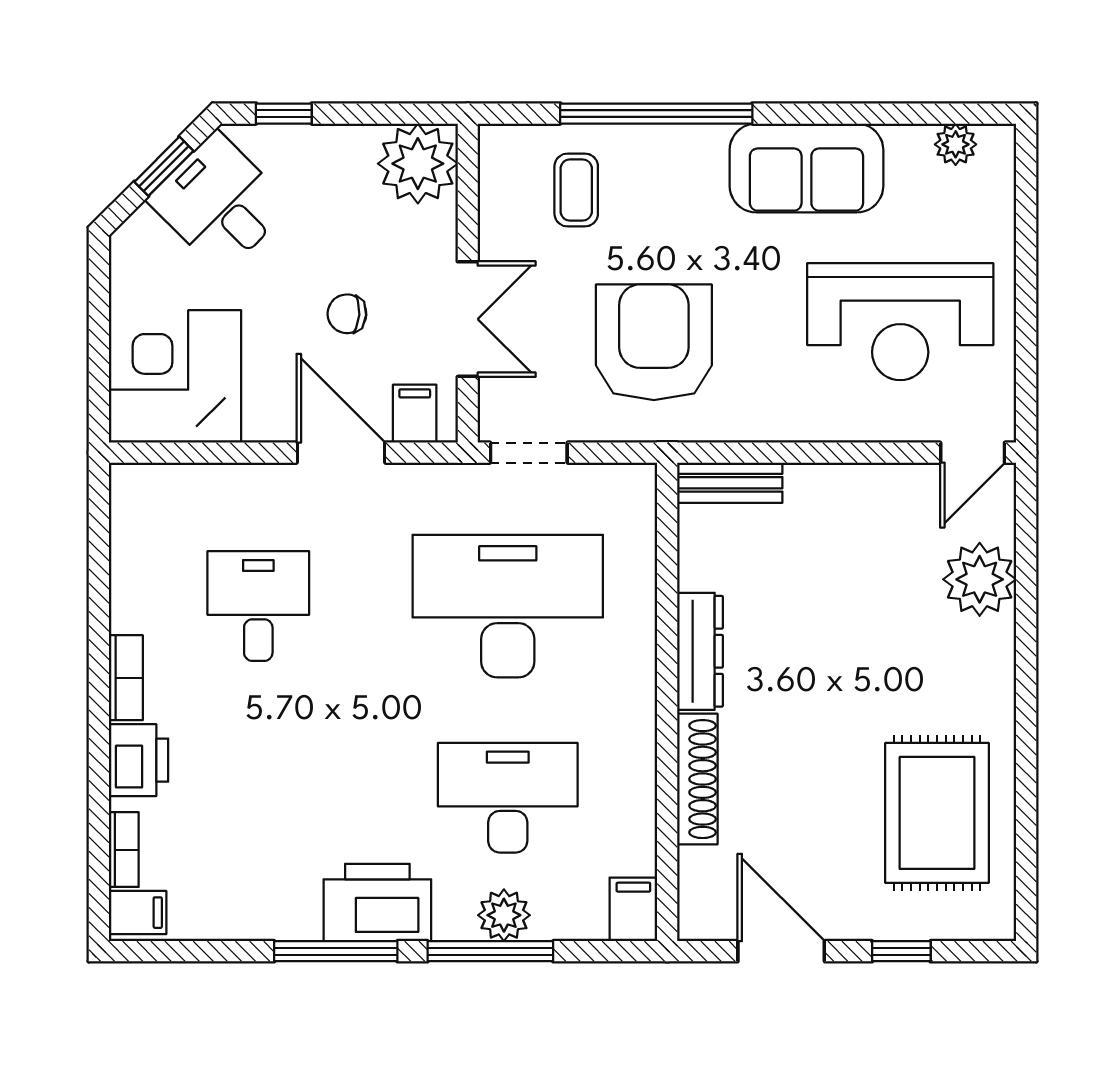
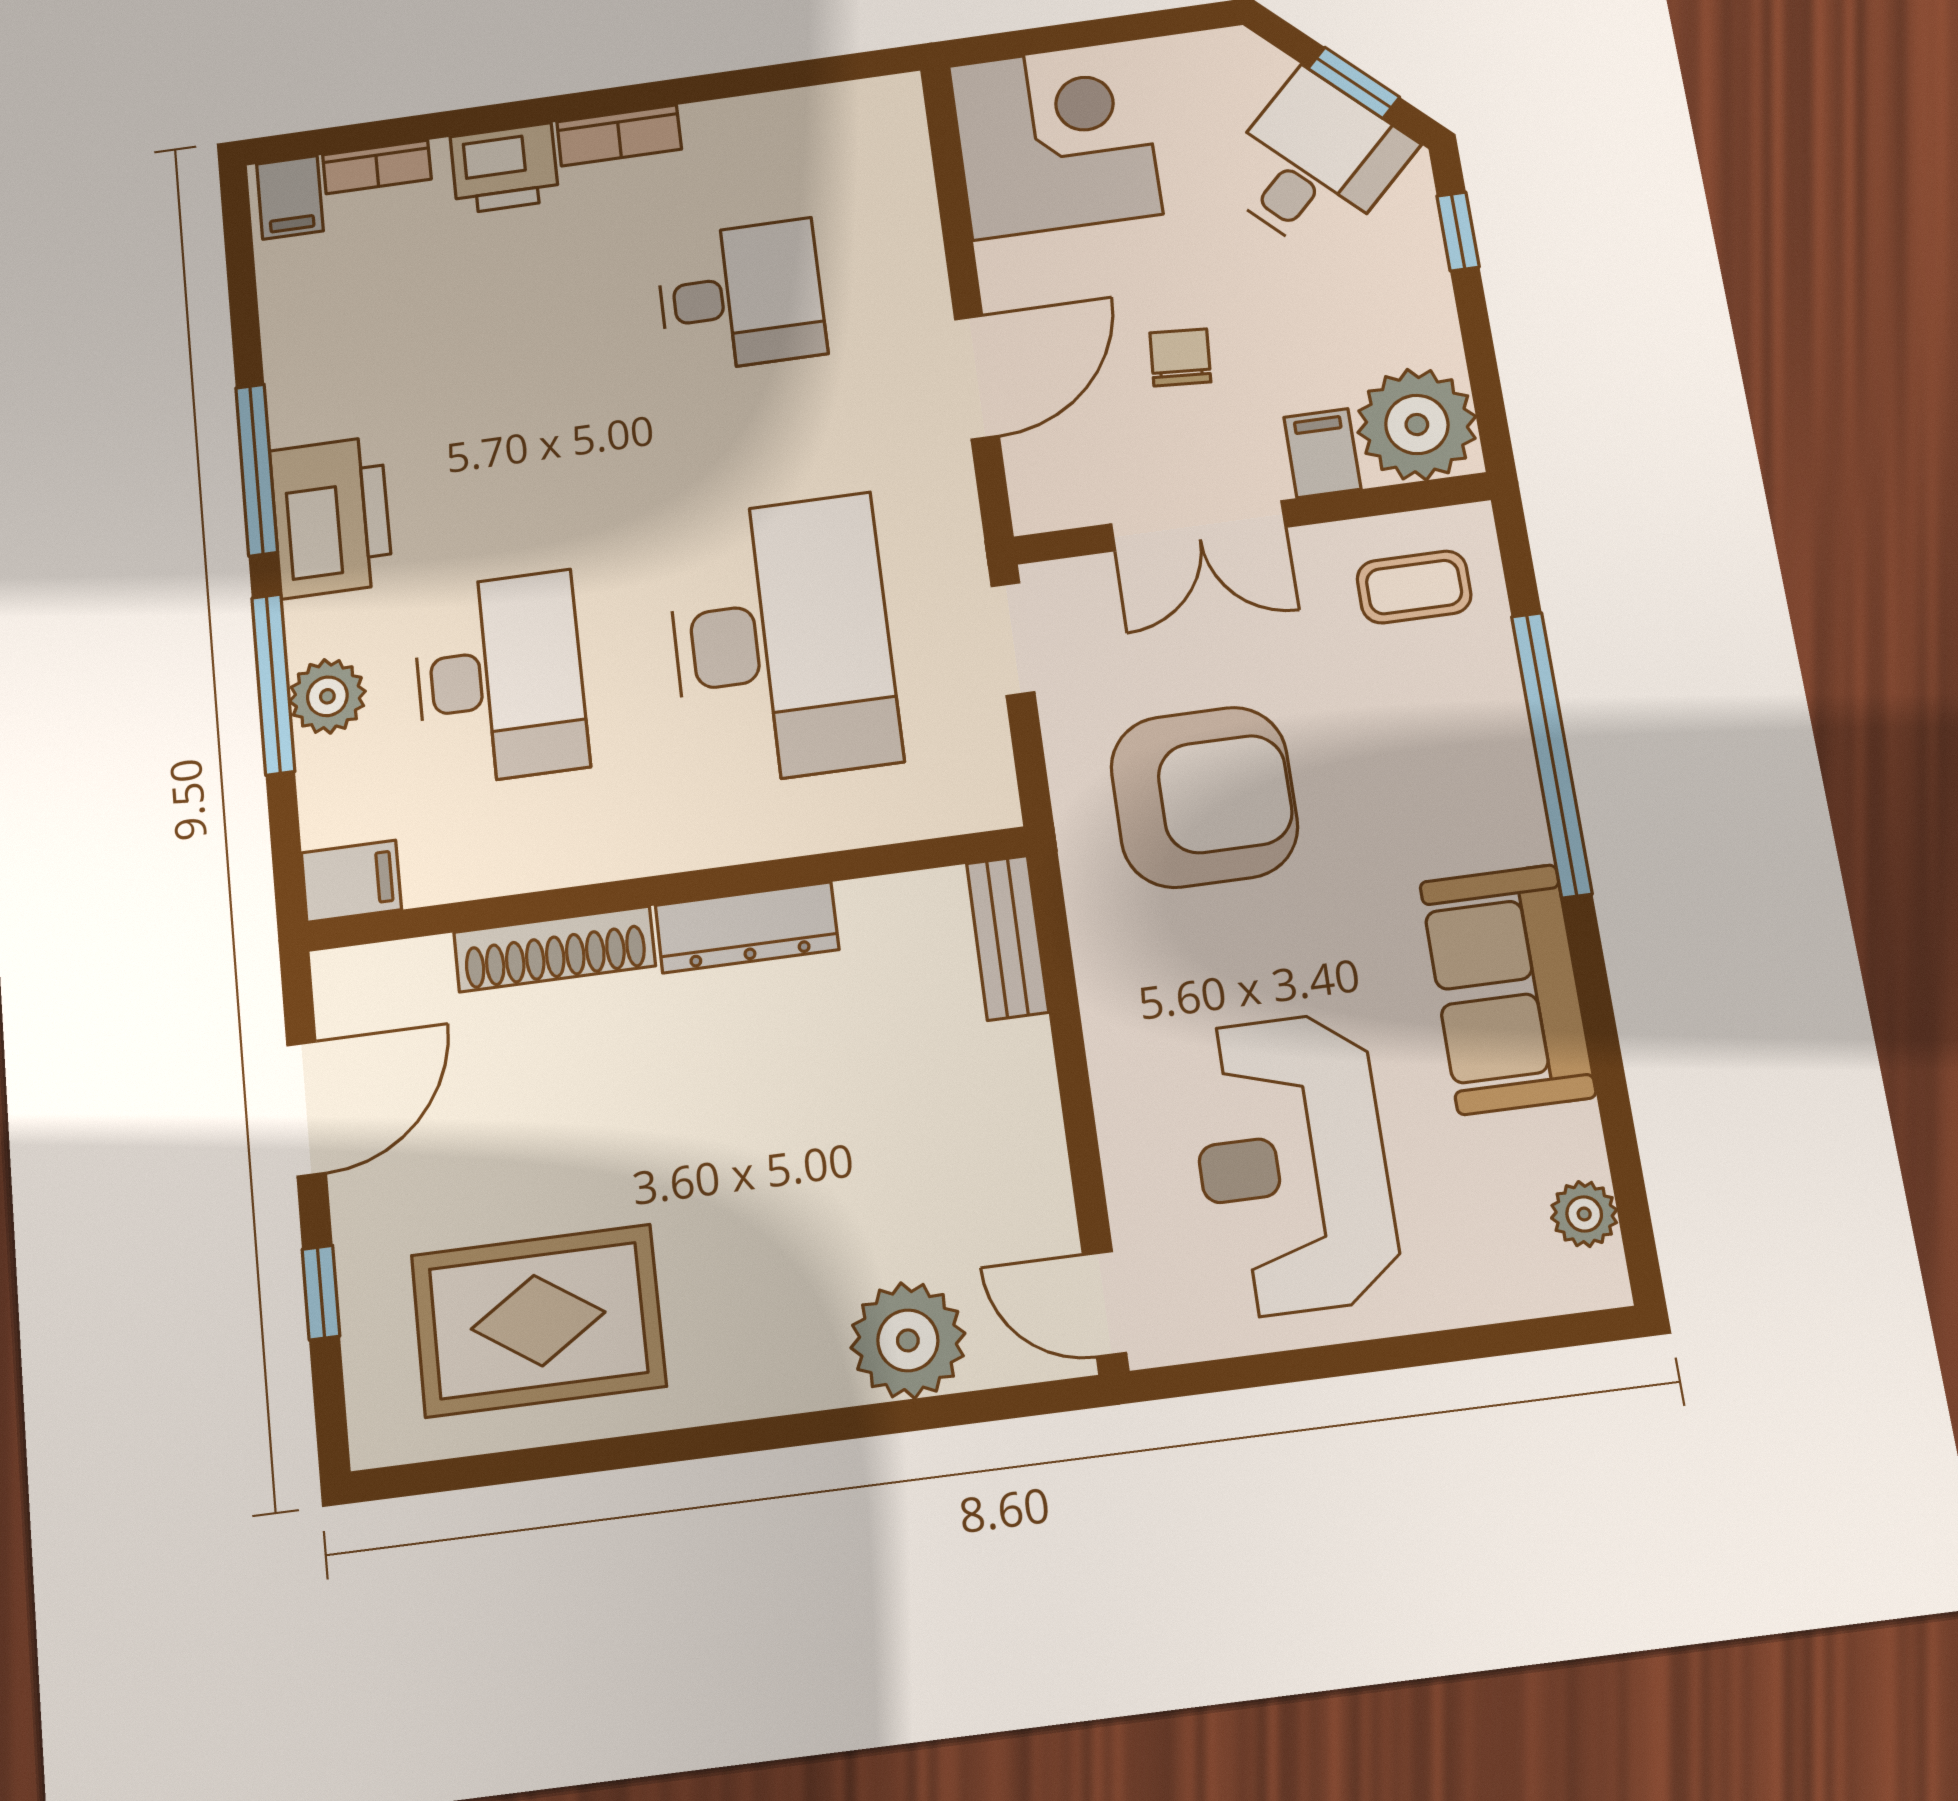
coffee table: (576, 190) -> (1414, 587), moved
filing cabinet: (415, 414) -> (1322, 453), moved, turned -90

